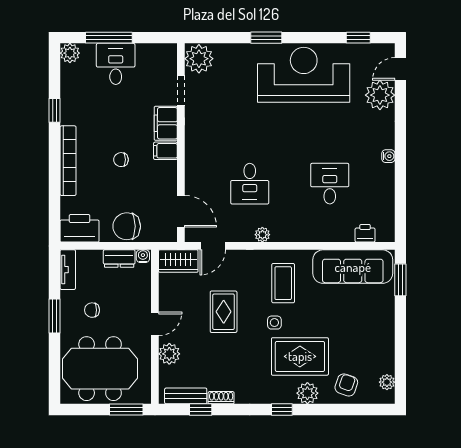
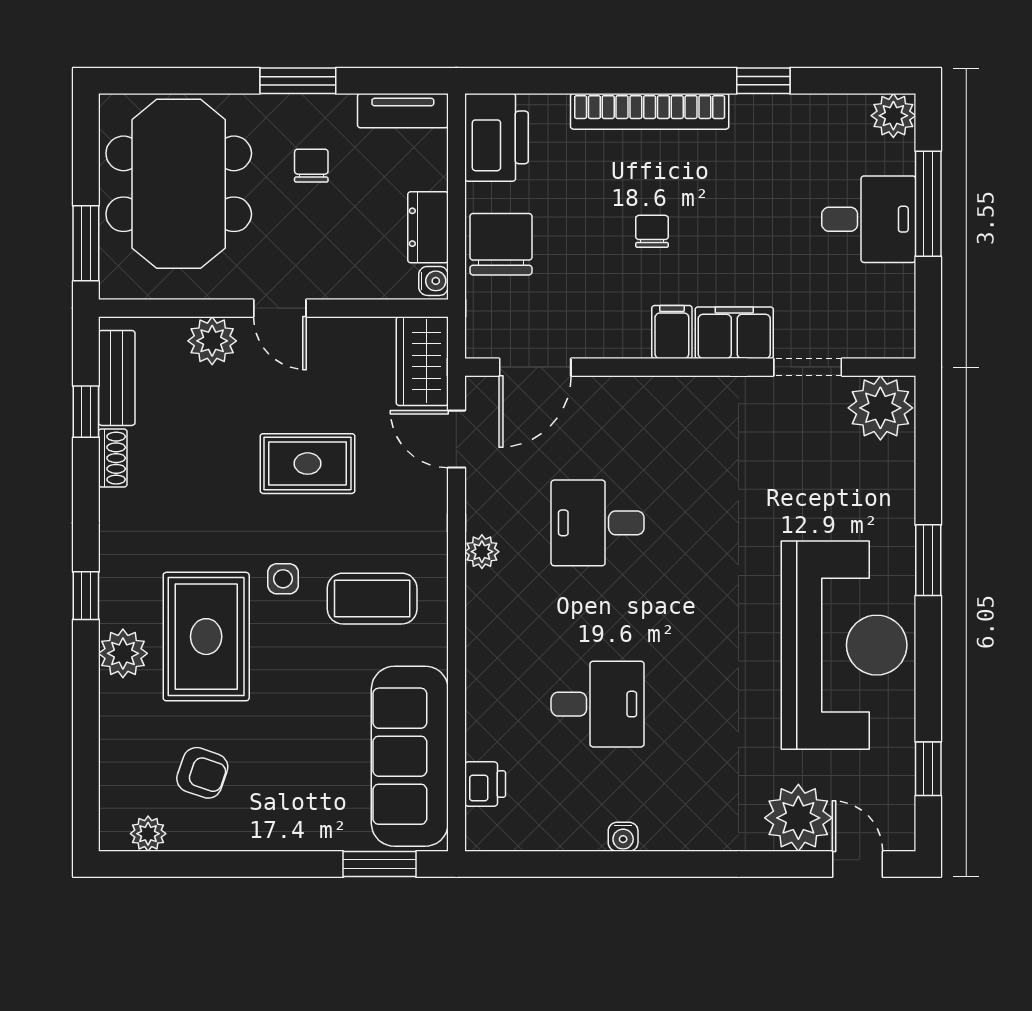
water cooler: (388, 156) -> (623, 837), moved
armchair: (346, 385) -> (202, 773), moved

